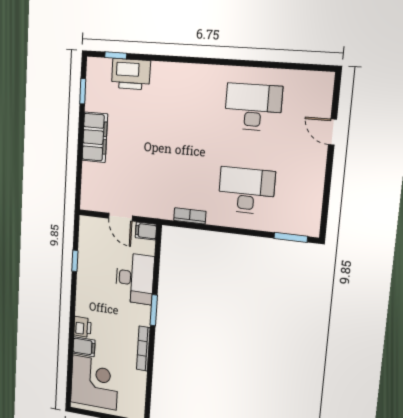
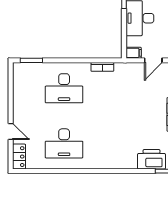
locker: (323, 91) -> (19, 157), added
door: (120, 217) -> (153, 60), swing flipped

